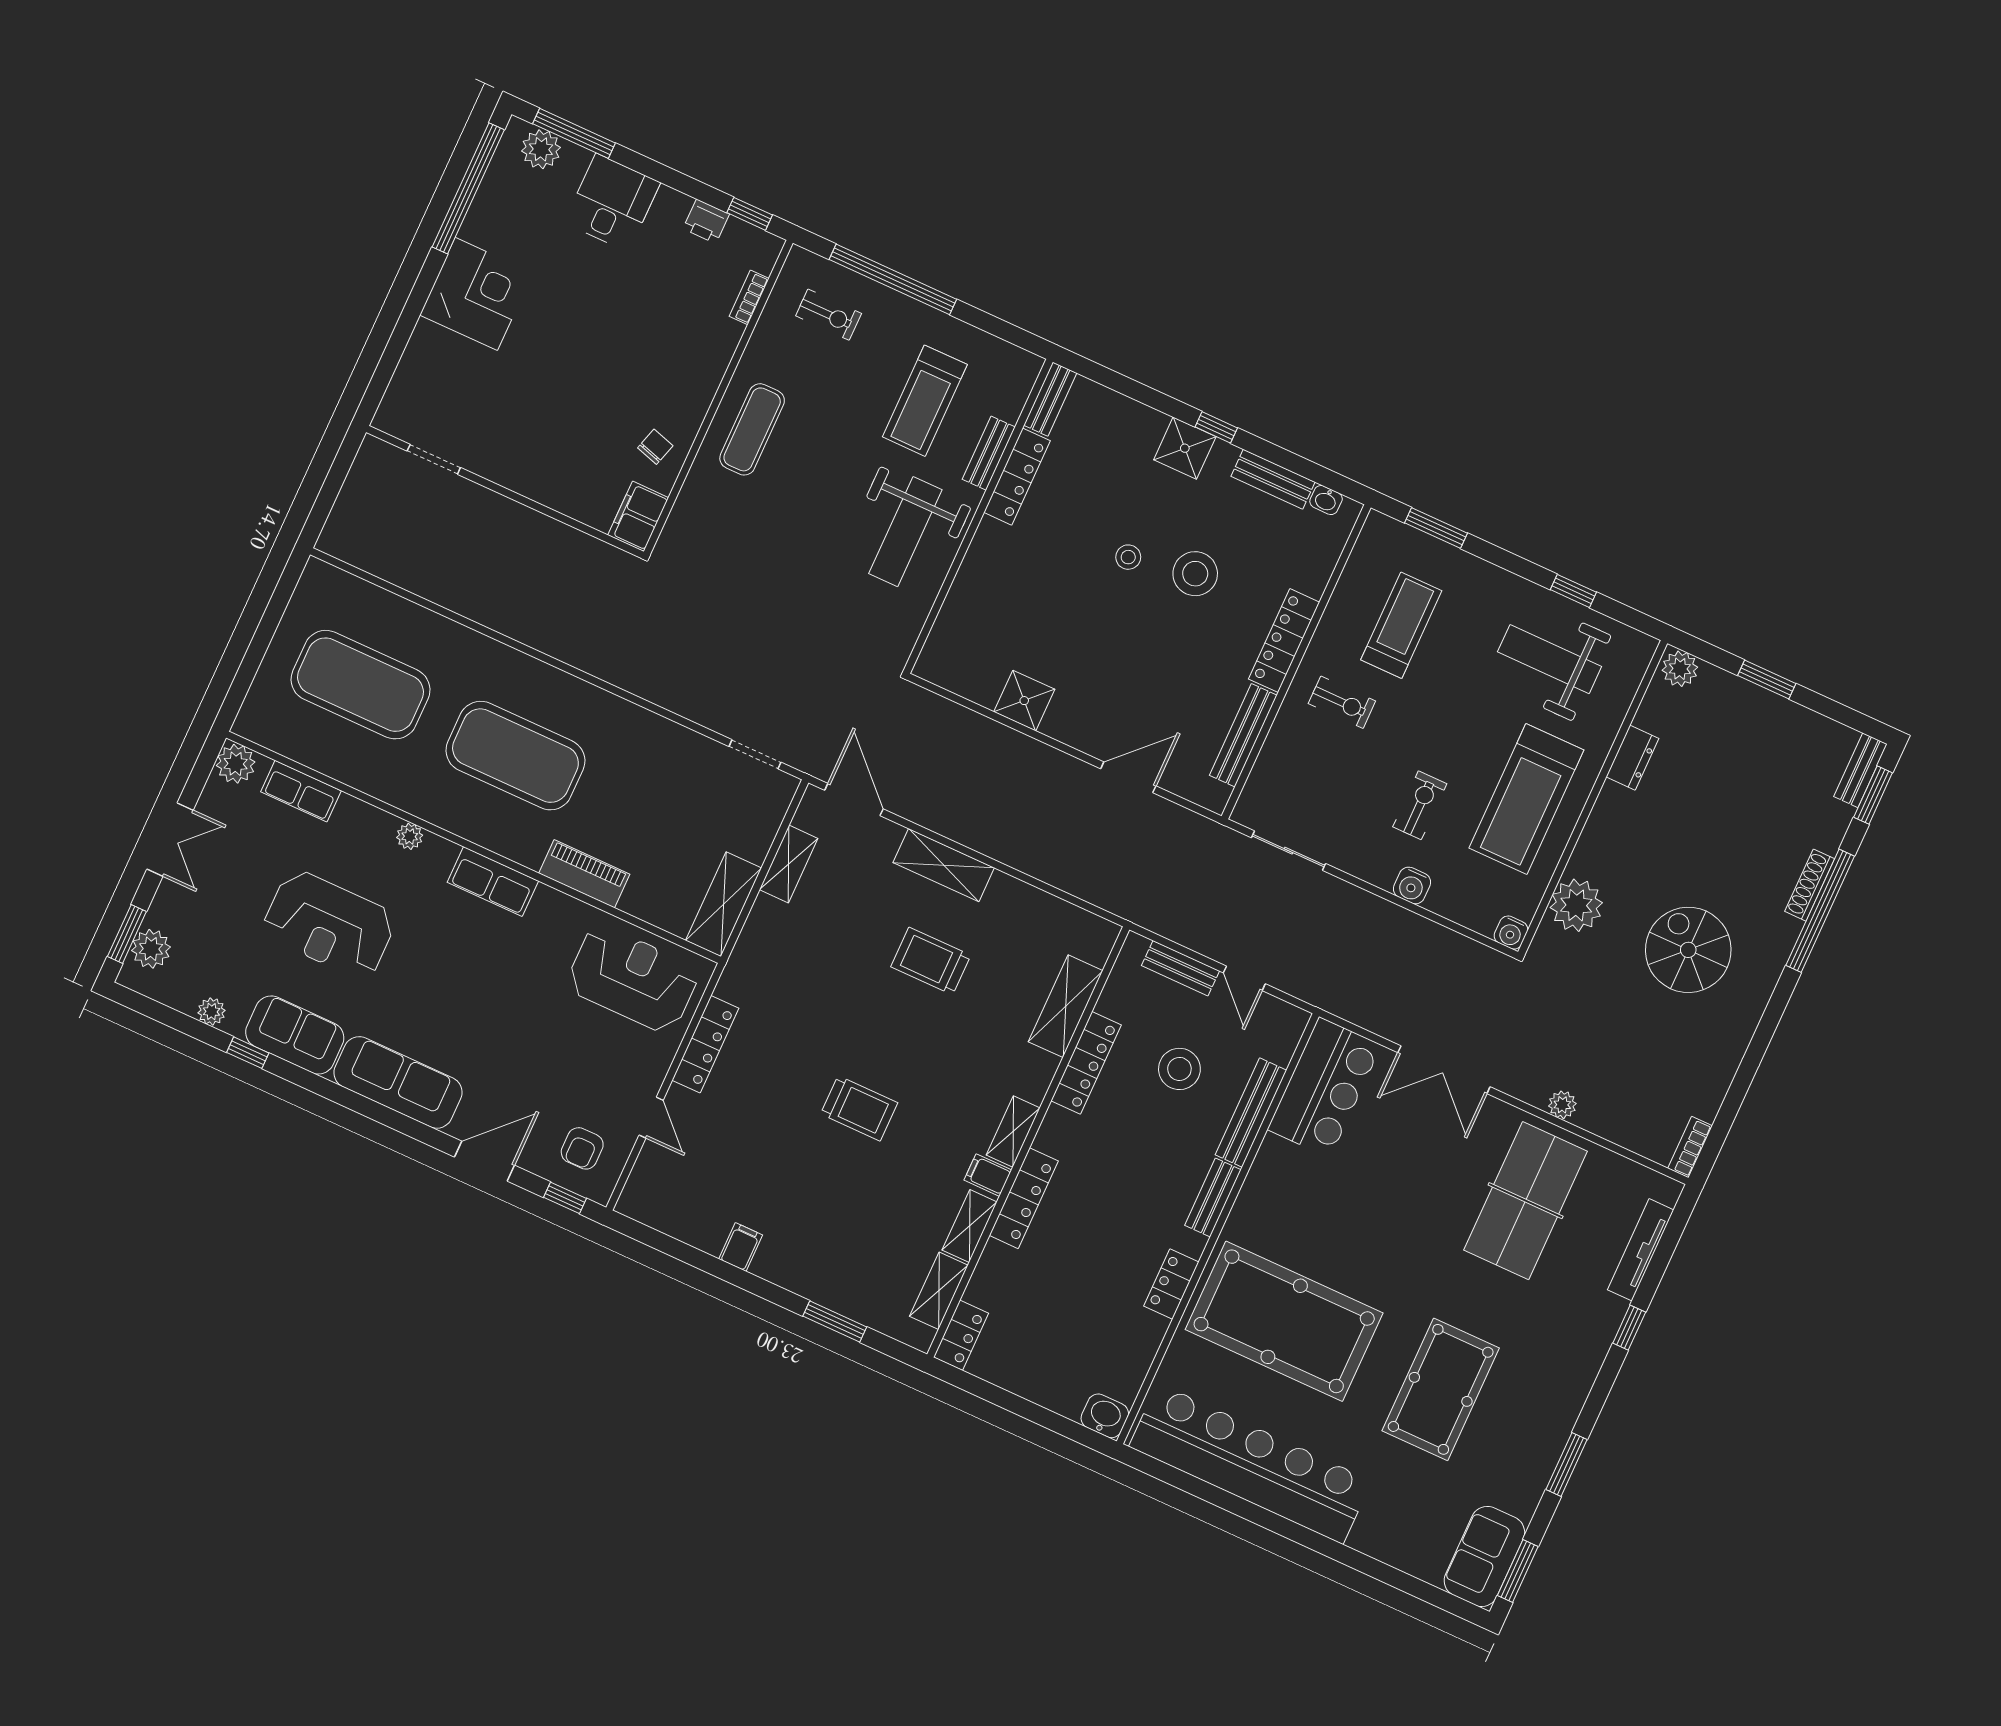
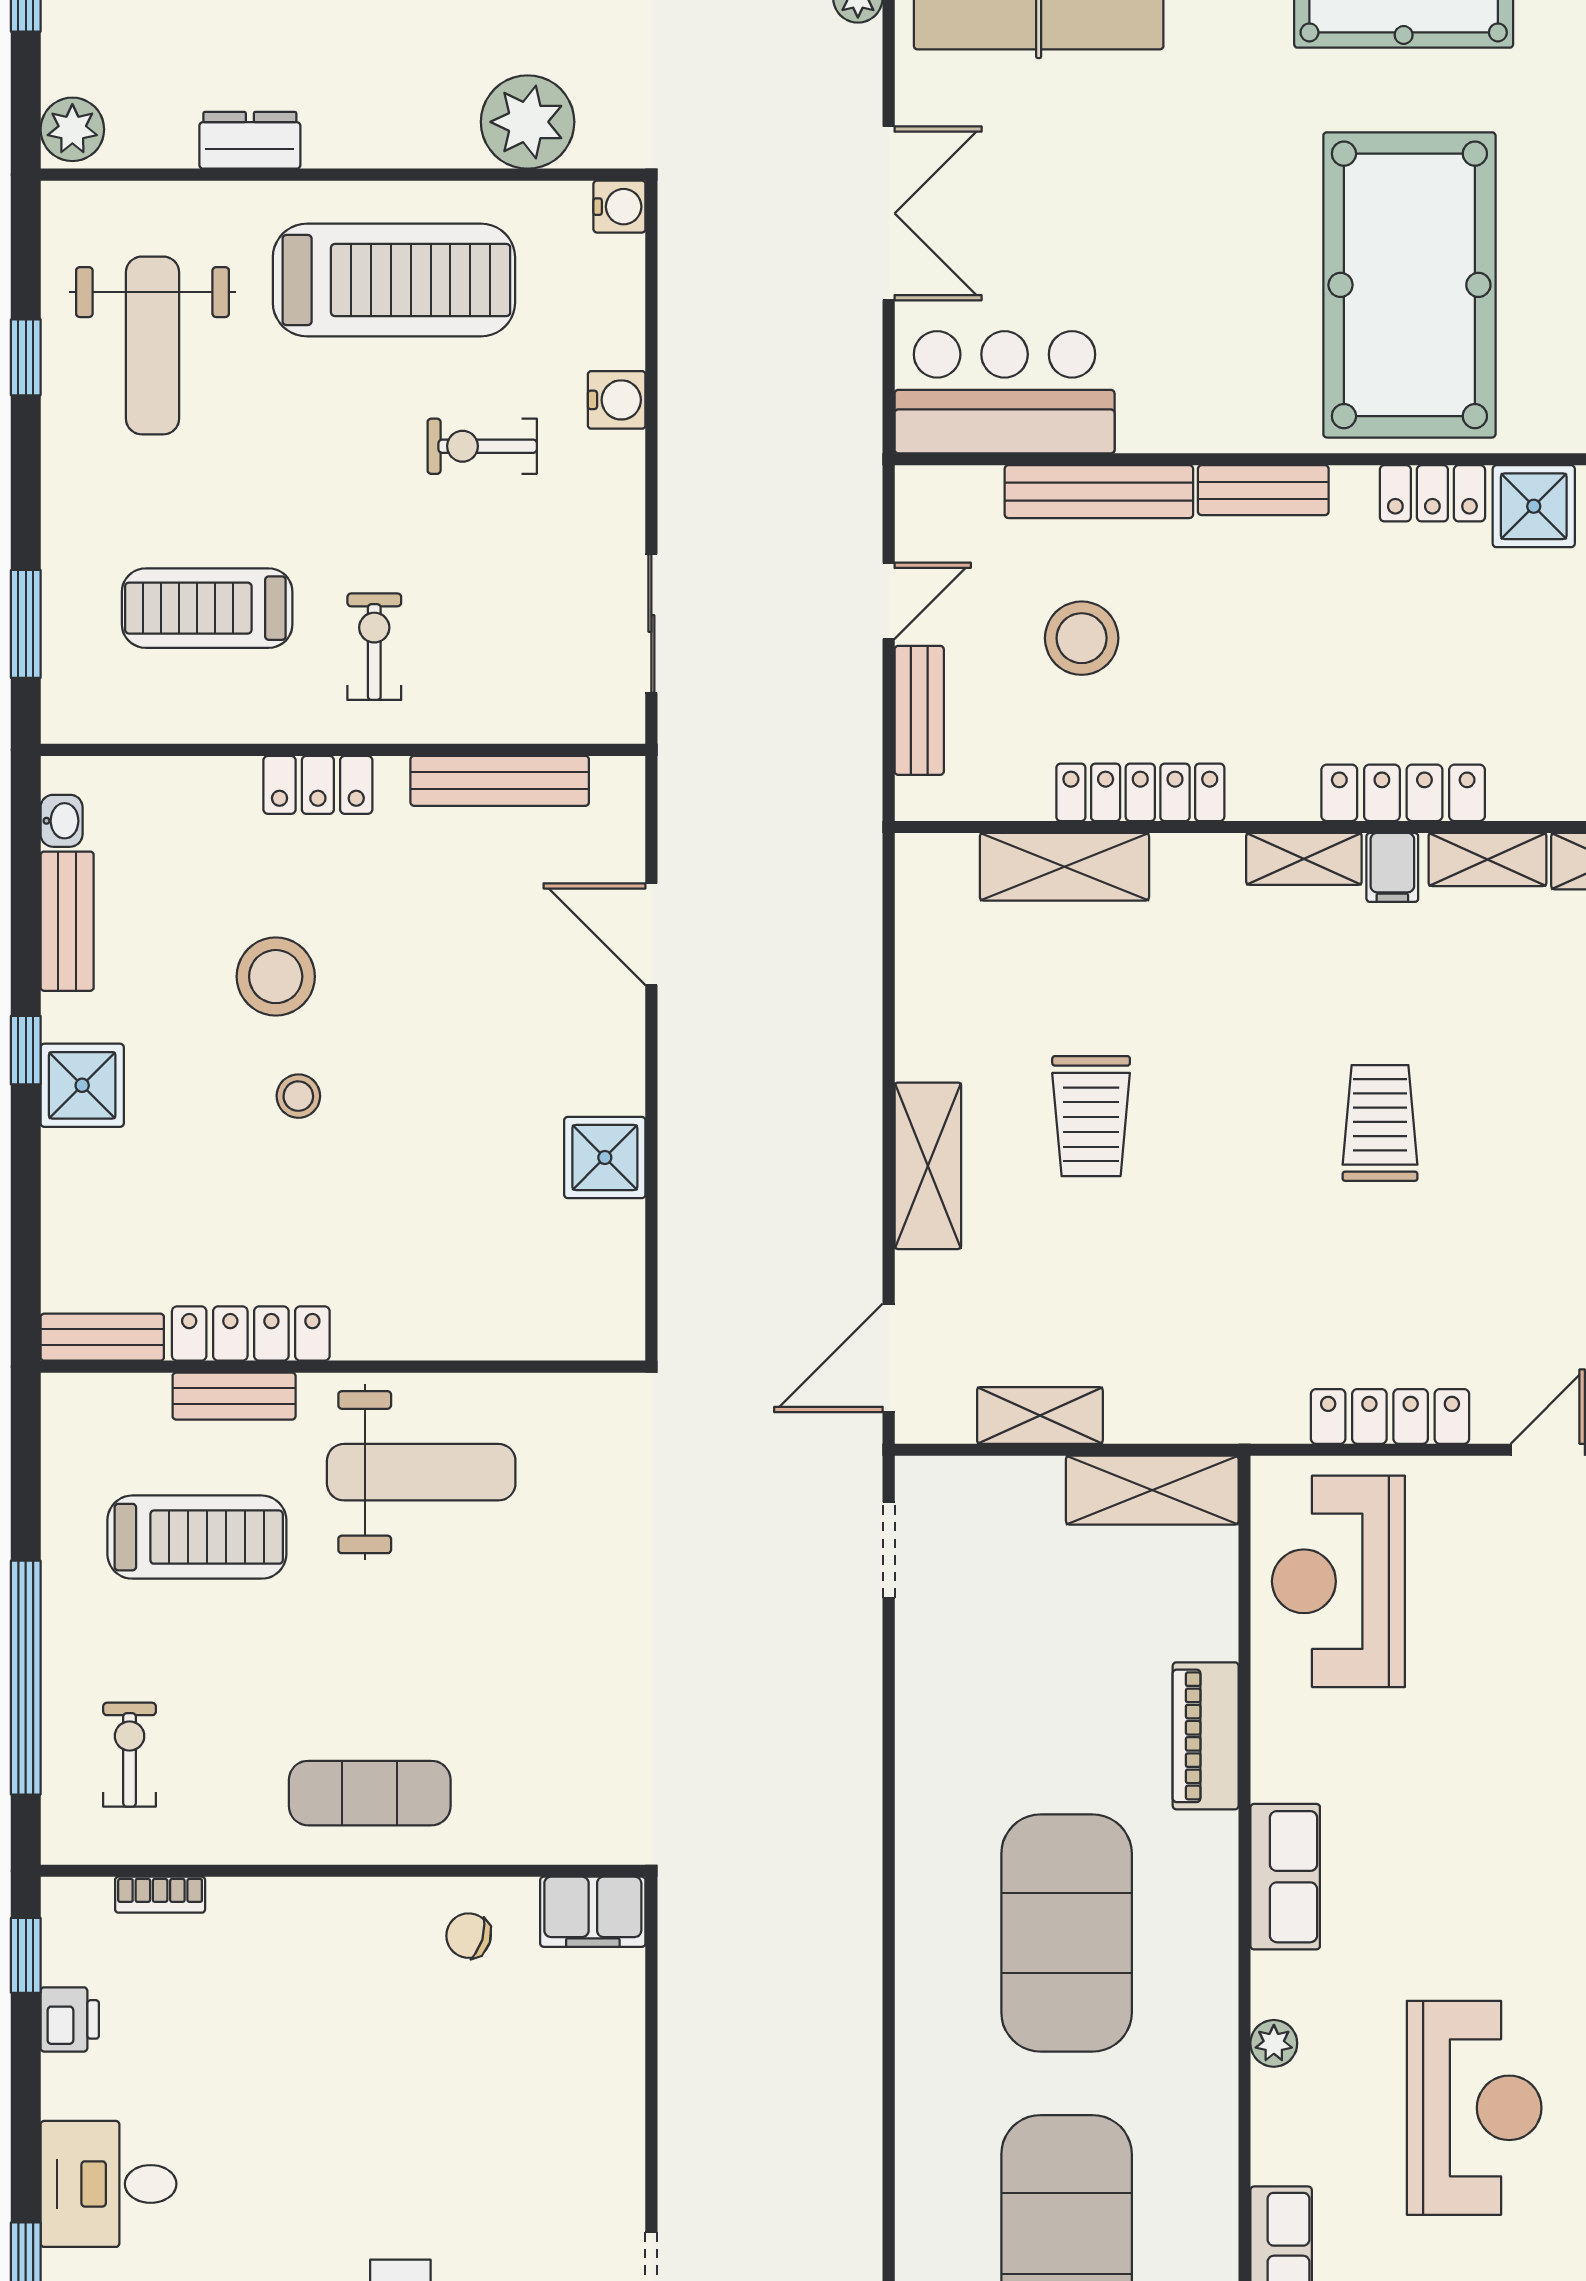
locker: (1284, 641) -> (318, 785), width x0.66
shower: (1141, 1333) -> (1534, 506), added

